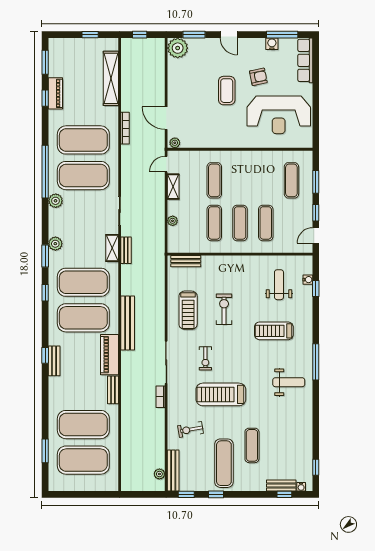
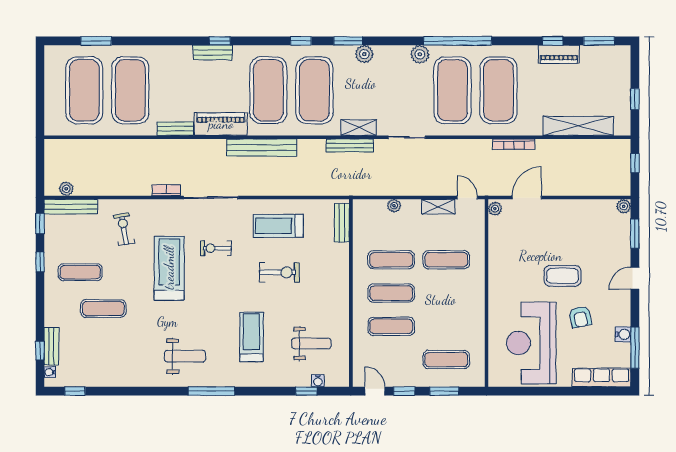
plant: (178, 48) -> (624, 206), width x0.53, depth x0.53
bench: (126, 250) -> (350, 145), width x1.36
weight bench: (289, 382) -> (185, 356), turned -90
exercise mat: (224, 463) -> (80, 272), width x0.73, depth x0.69

